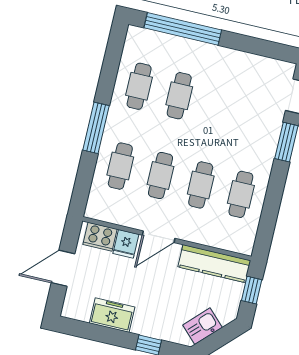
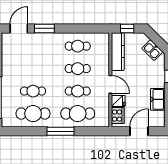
cafe table: (139, 86) -> (33, 114), width x1.37, depth x1.35
cafe table: (120, 166) -> (78, 114), width x1.37, depth x1.35
door: (63, 268) -> (139, 131), swing flipped

